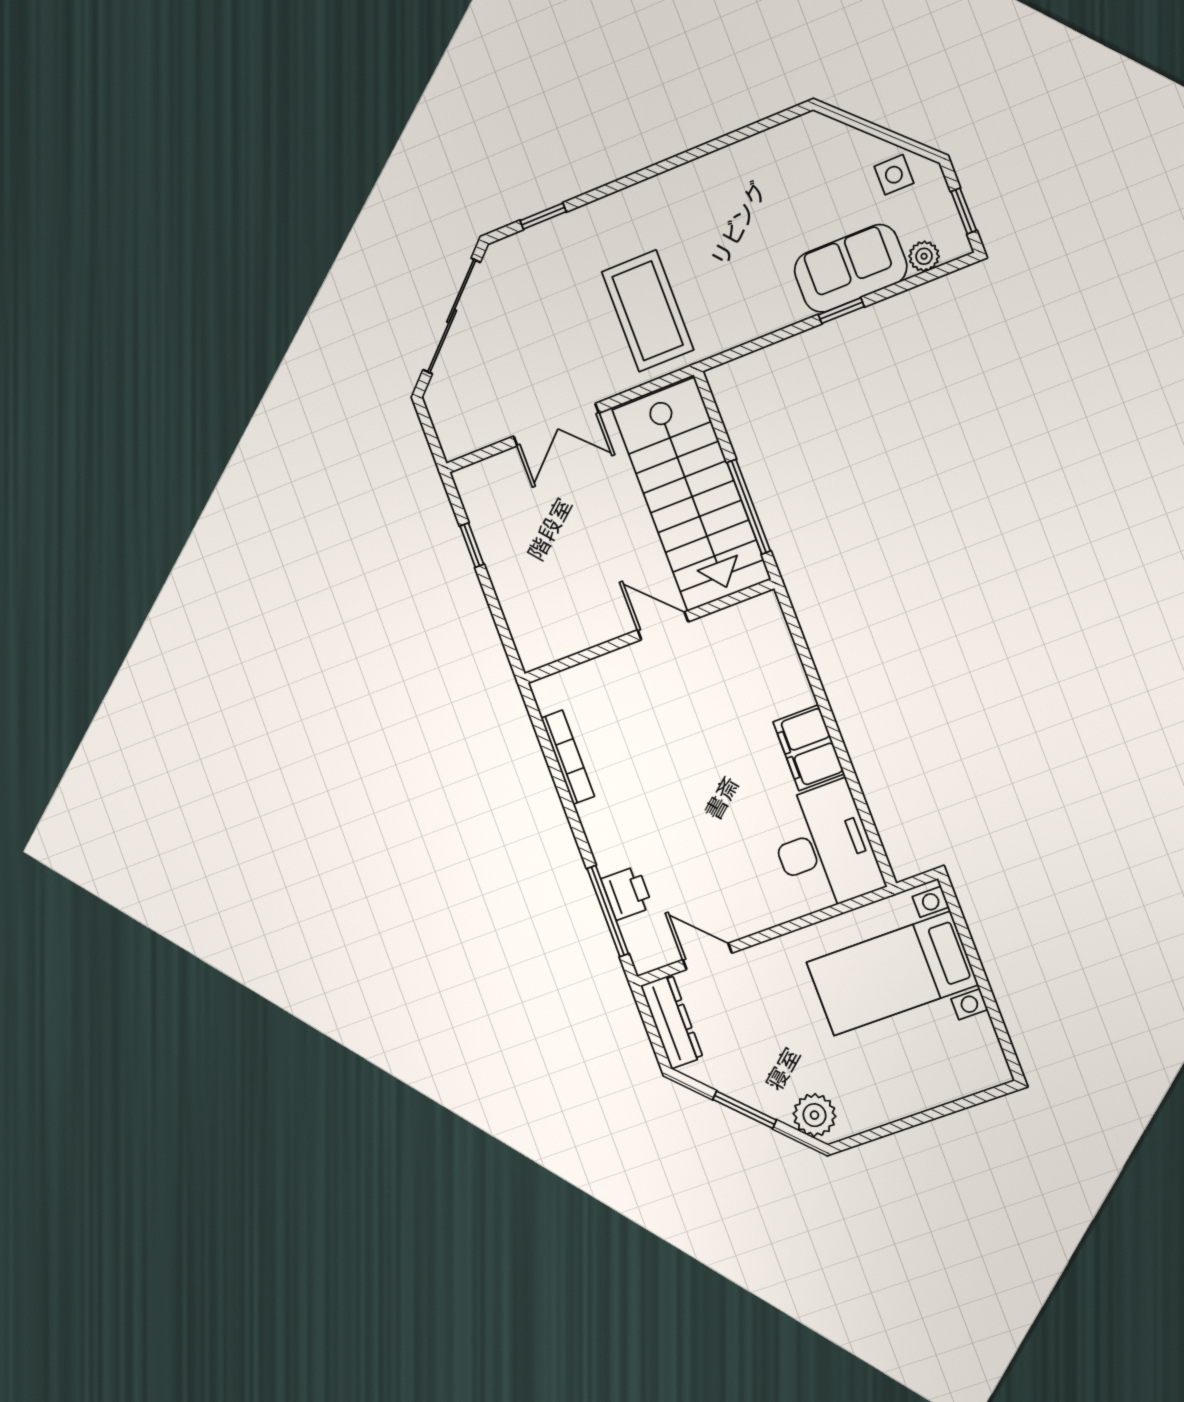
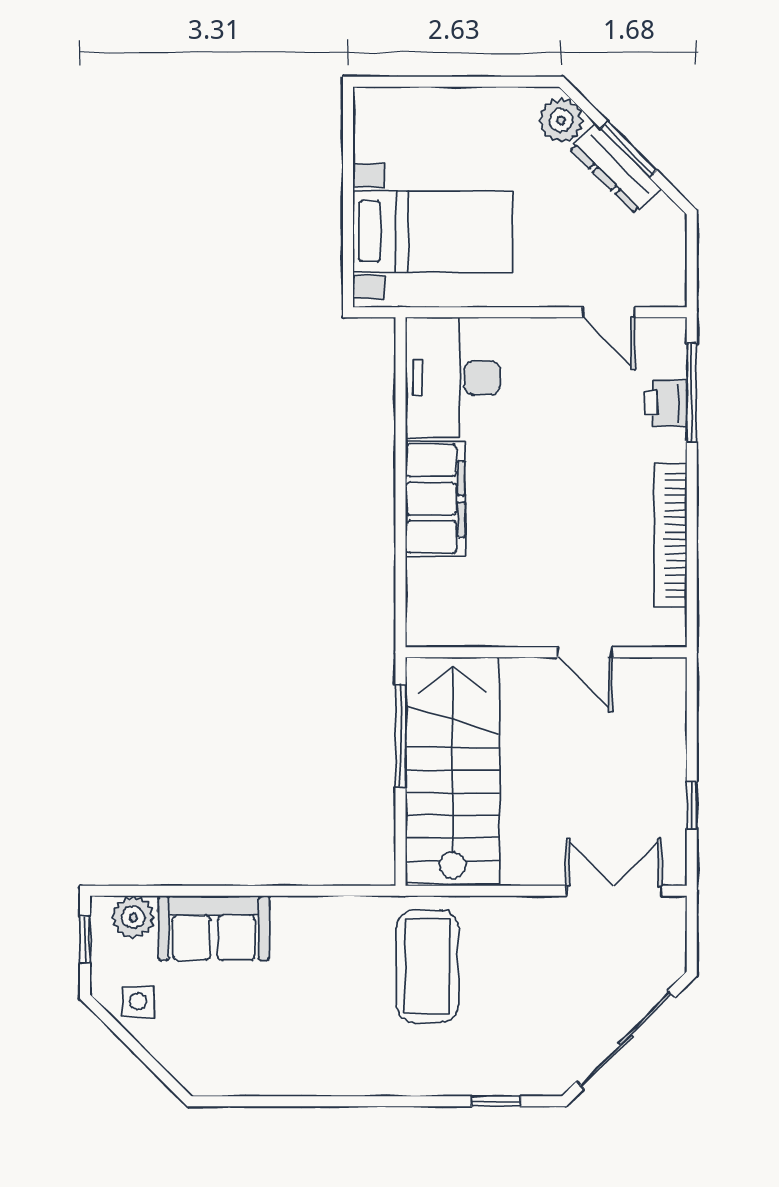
plant: (924, 256) -> (133, 917), width x1.38, depth x1.38
window: (841, 311) -> (238, 891), removed
double door: (556, 425) -> (614, 891), moved
door: (663, 626) -> (585, 652), moved
filing cabinet: (809, 748) -> (435, 499), width x1.50, depth x1.17
bookcase: (568, 757) -> (671, 535), width x1.48, depth x1.31
dresser: (672, 1022) -> (615, 168), moved, turned -45

